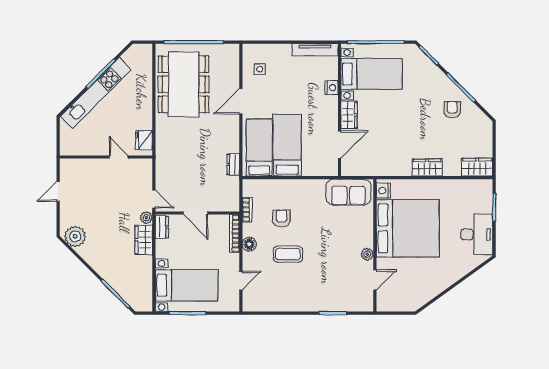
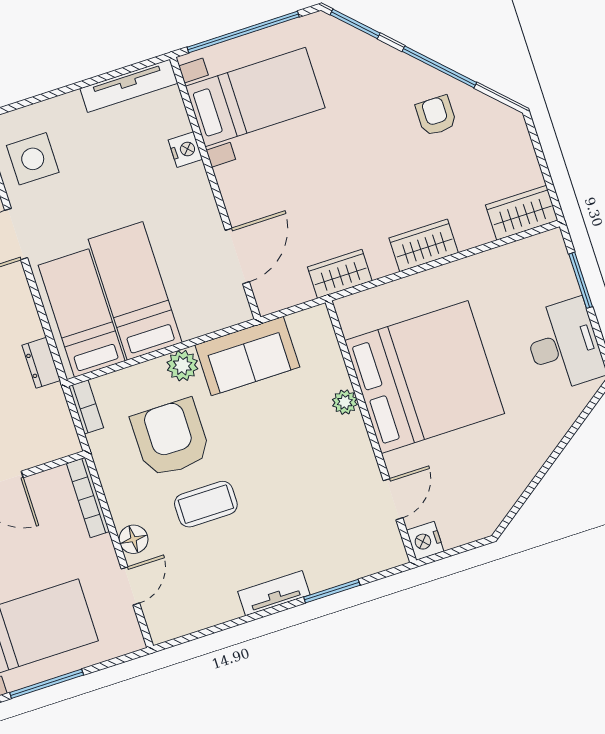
side table: (260, 69) -> (33, 159), width x1.87, depth x1.87
wardrobe: (349, 115) -> (340, 274), moved, turned -90
plant: (298, 187) -> (182, 366), added
nightstand: (383, 191) -> (425, 541), moved
sofa: (348, 192) -> (247, 356), moved
bookcase: (247, 210) -> (86, 407), moved
armchair: (282, 218) -> (171, 438), width x1.88, depth x1.88
floor lamp: (249, 244) -> (133, 539), moved
plant: (367, 254) -> (345, 402), moved
tv unit: (306, 305) -> (274, 593), added

